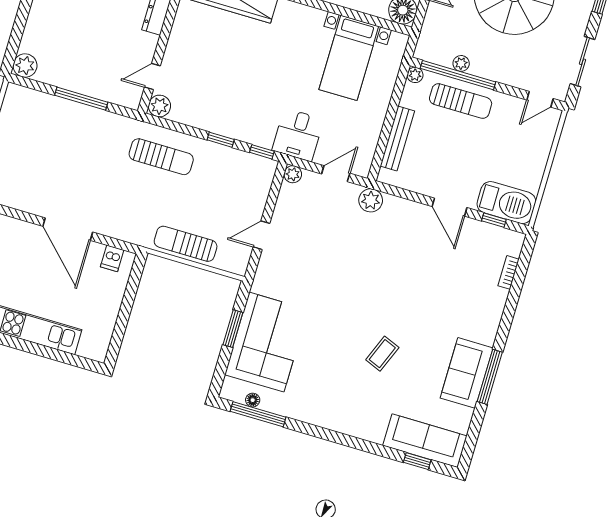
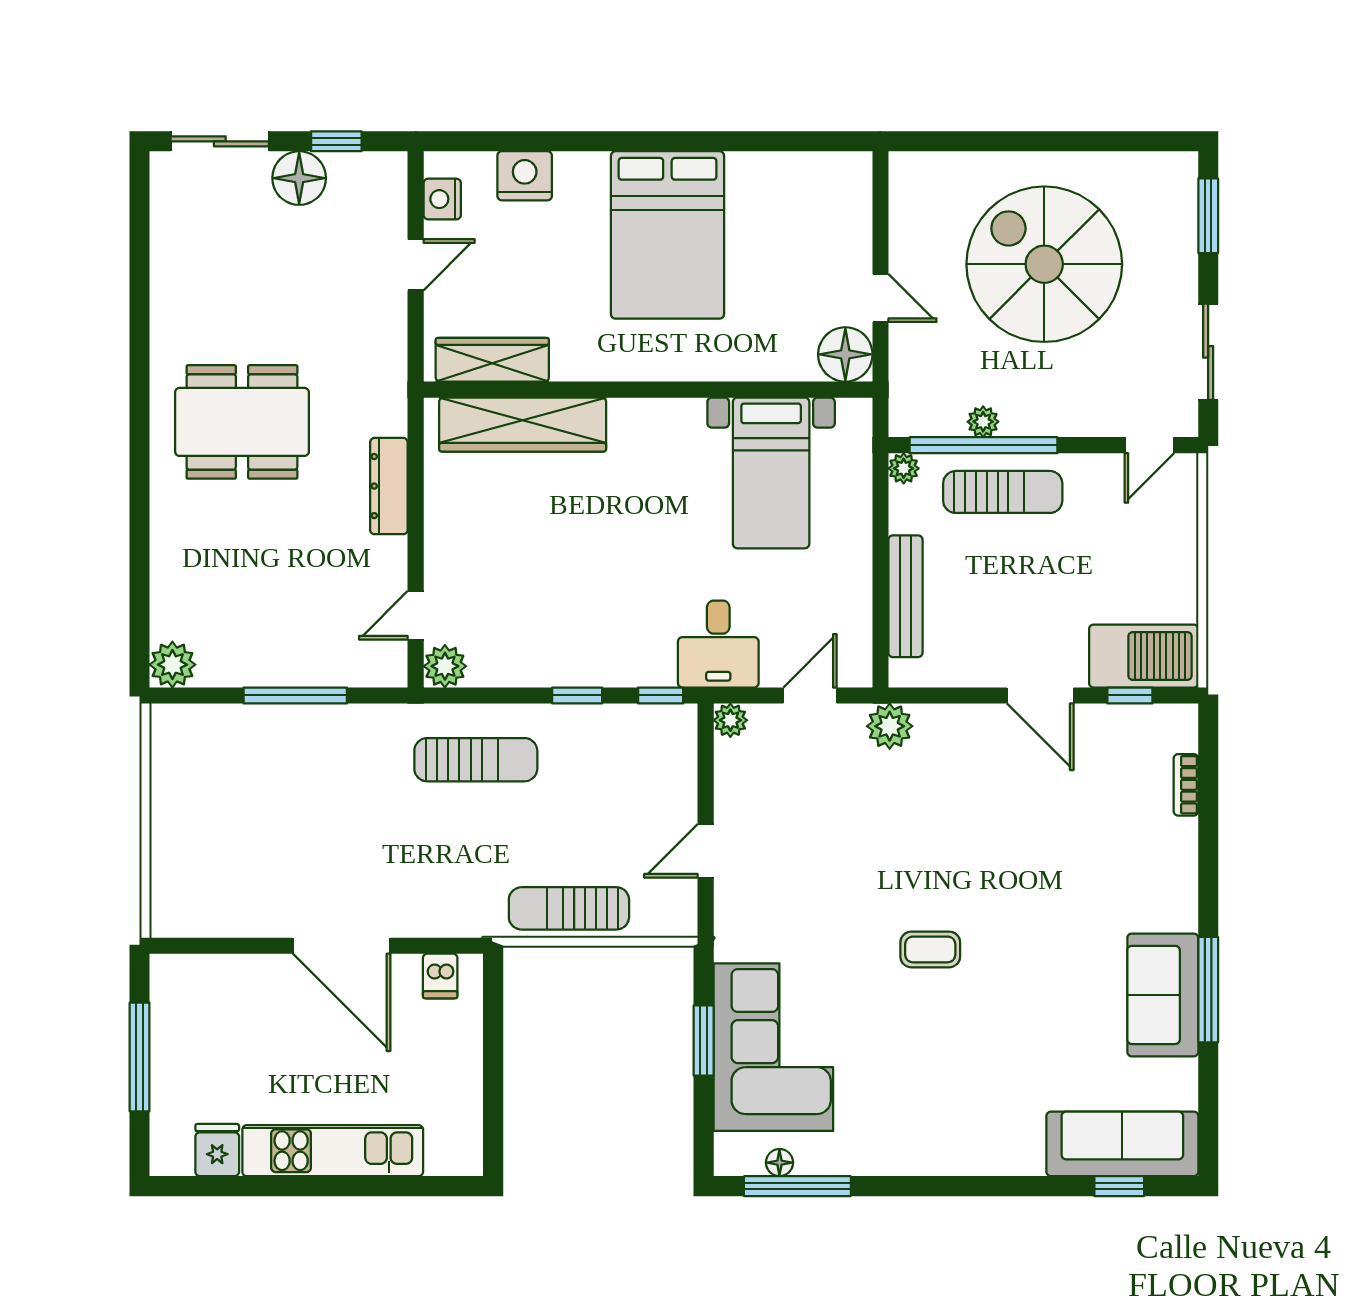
coffee table: (382, 354) -> (930, 949), moved, turned 68

